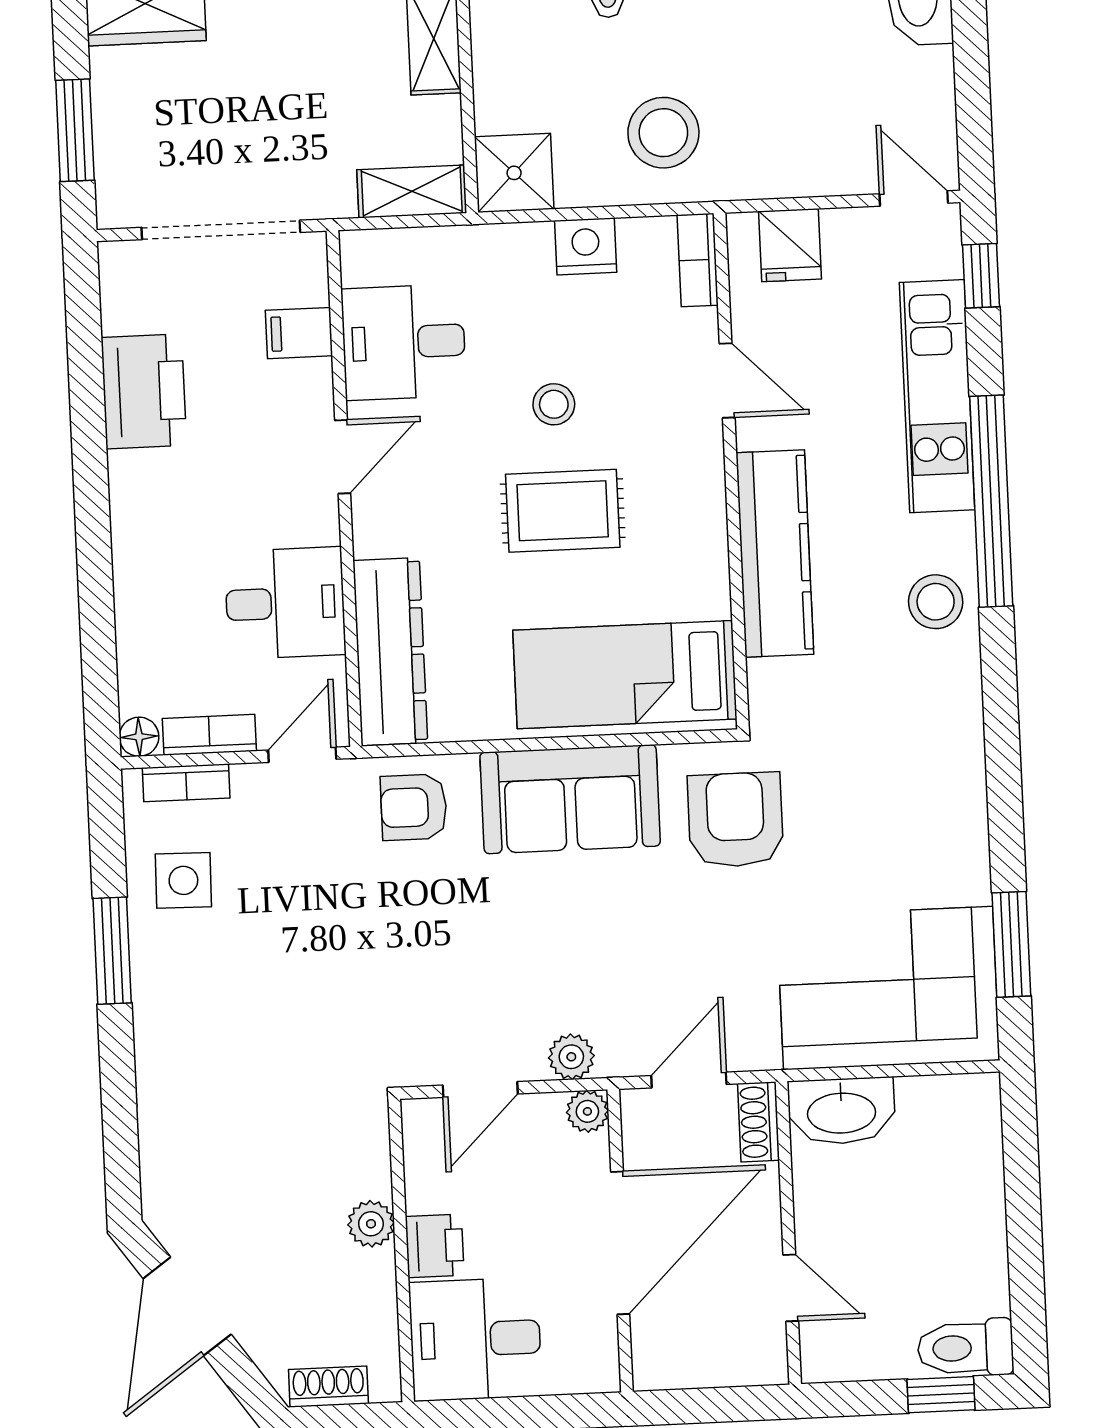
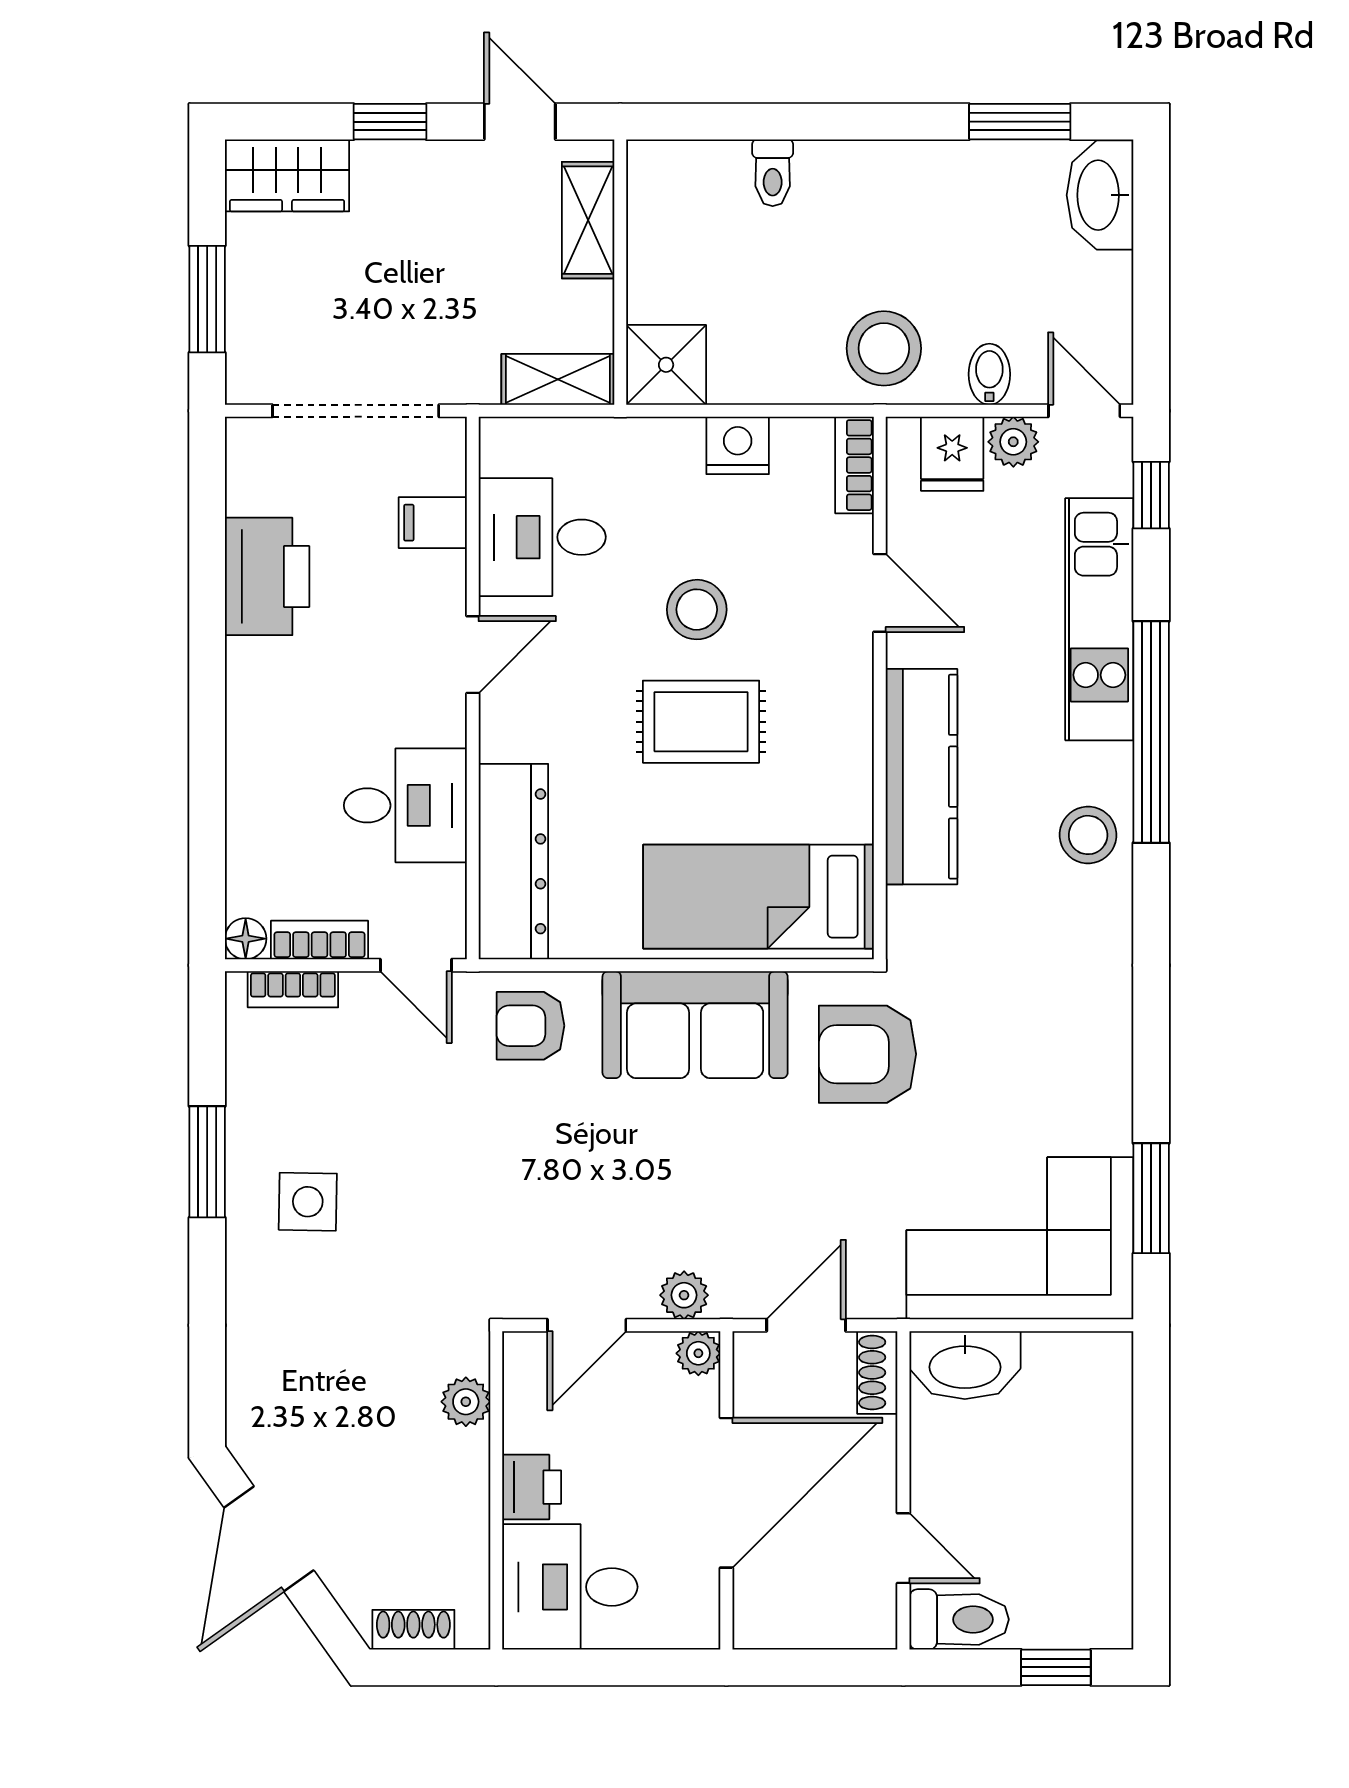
stool: (663, 133) -> (884, 348), moved
bidet: (822, 168) -> (989, 374), added
plant: (848, 231) -> (1013, 442), added
stool: (554, 404) -> (697, 610), width x1.37, depth x1.37
door: (302, 755) -> (416, 965), swing flipped
armchair: (735, 820) -> (868, 1054), turned -90
side table: (183, 880) -> (308, 1202), moved
plant: (371, 1224) -> (466, 1402), moved
toilet: (965, 1348) -> (959, 1619), moved, turned 180

